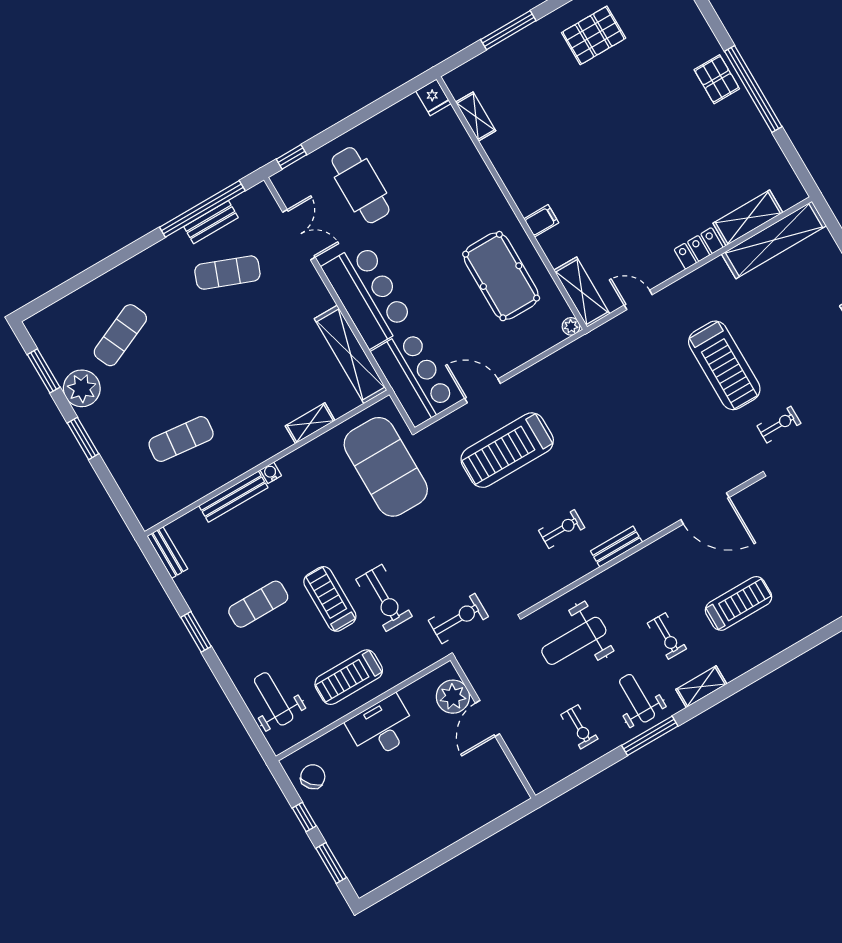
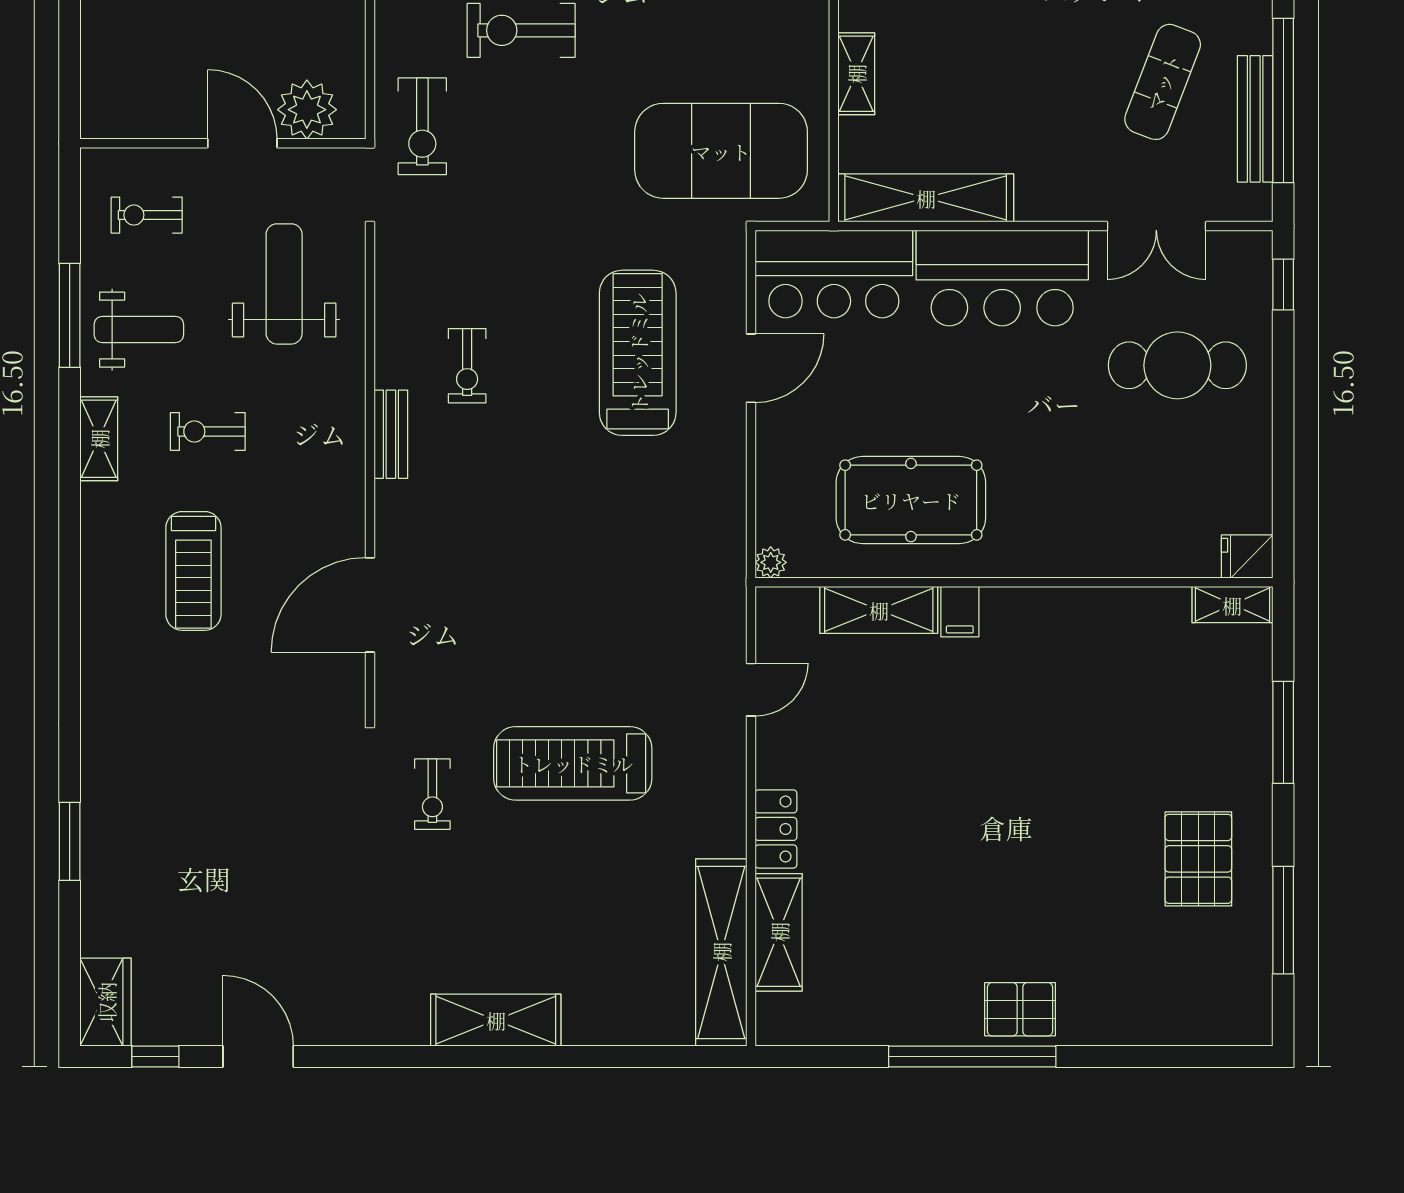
shelving: (476, 116) -> (1232, 605), moved
bench: (211, 222) -> (1255, 119), width x1.36
shelving: (582, 292) -> (879, 610), moved
plant: (453, 697) -> (307, 110), moved
door: (487, 718) -> (242, 143), moved
wall: (493, 728) -> (223, 143), moved

